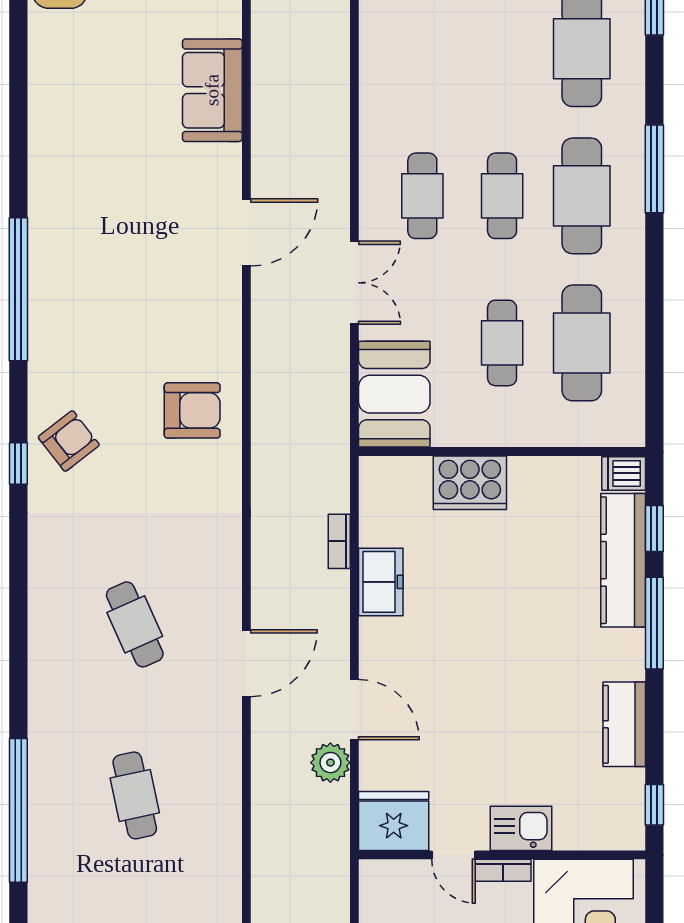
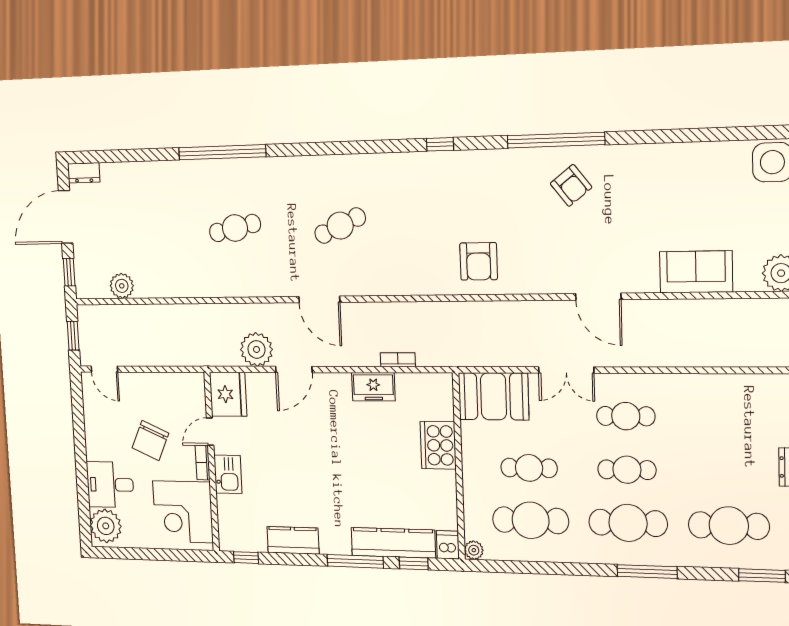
plant: (631, 432) -> (474, 550), added
armchair: (69, 441) -> (571, 185), moved
plant: (330, 763) -> (257, 349), width x1.36, depth x1.36

